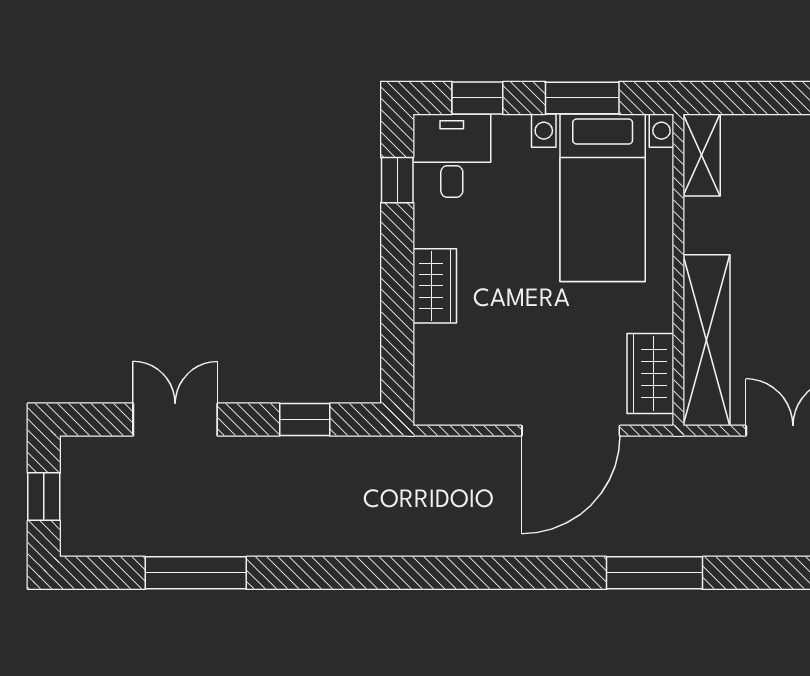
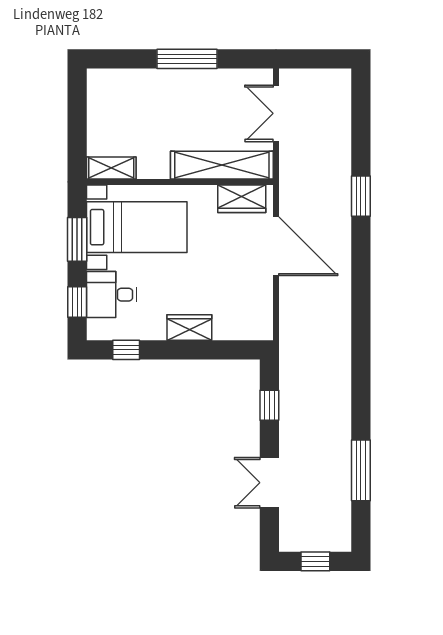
desk: (452, 156) -> (112, 295), moved
window: (654, 573) -> (361, 196), width x0.69

